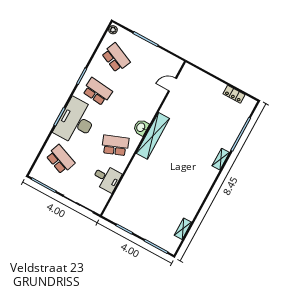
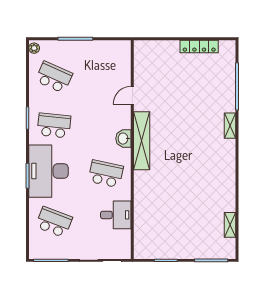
door: (172, 85) -> (132, 95), moved
locker: (234, 94) -> (199, 46), width x1.53
school desk: (115, 145) -> (106, 174), turned 33

